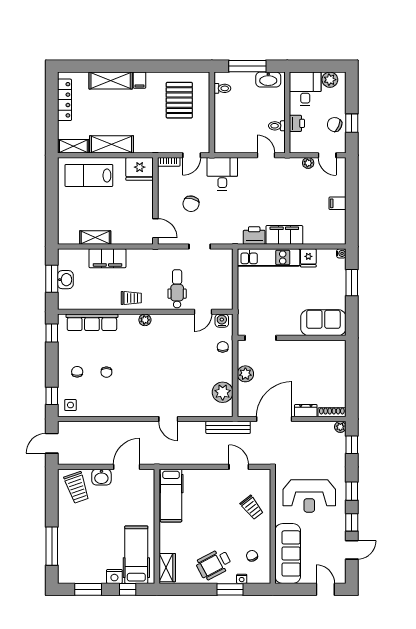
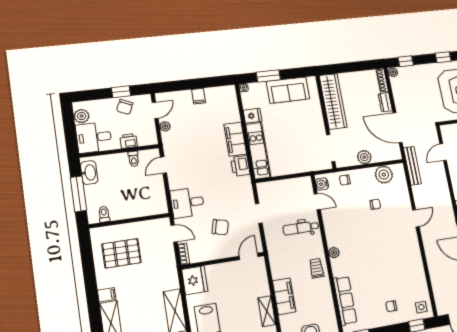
sofa: (323, 323) -> (288, 90), moved, turned -90
wardrobe: (314, 350) -> (333, 101), added
chair: (106, 372) -> (375, 204), moved

